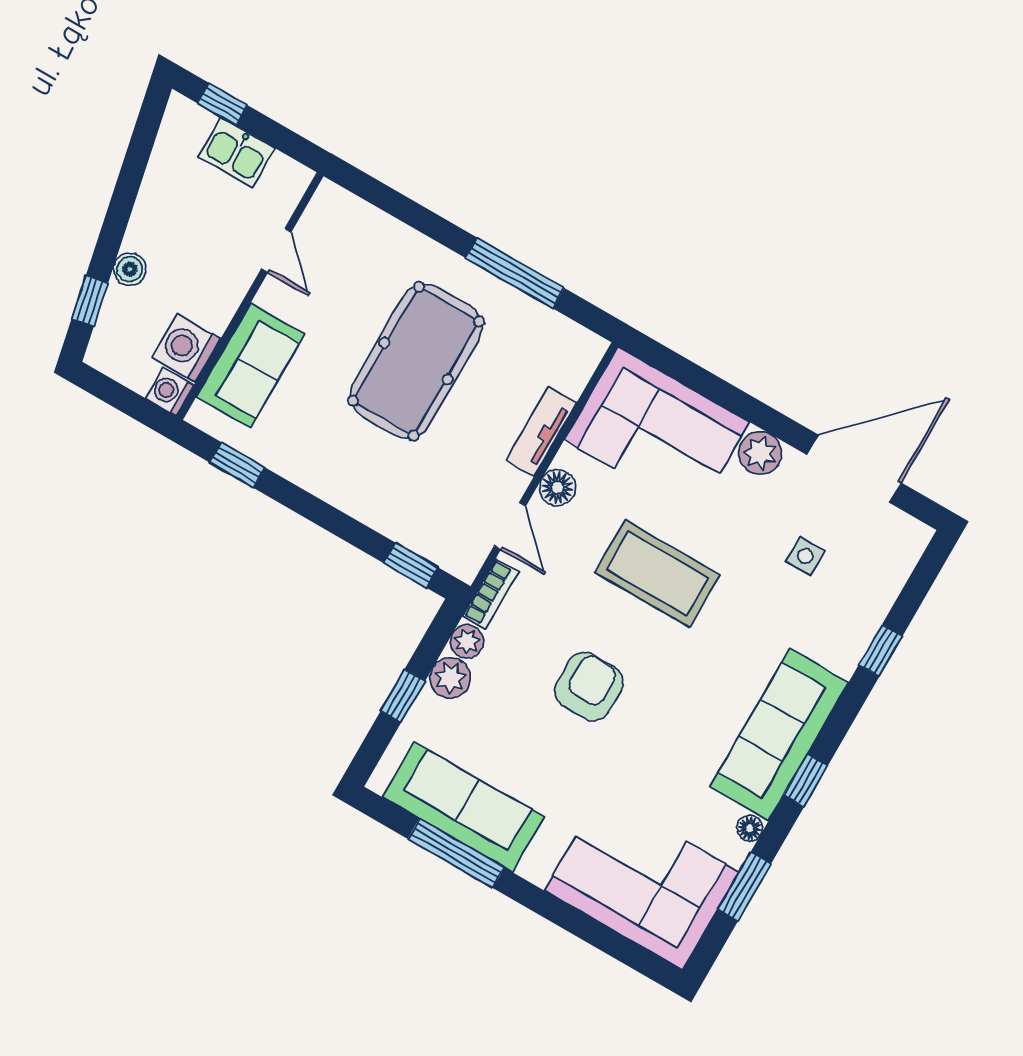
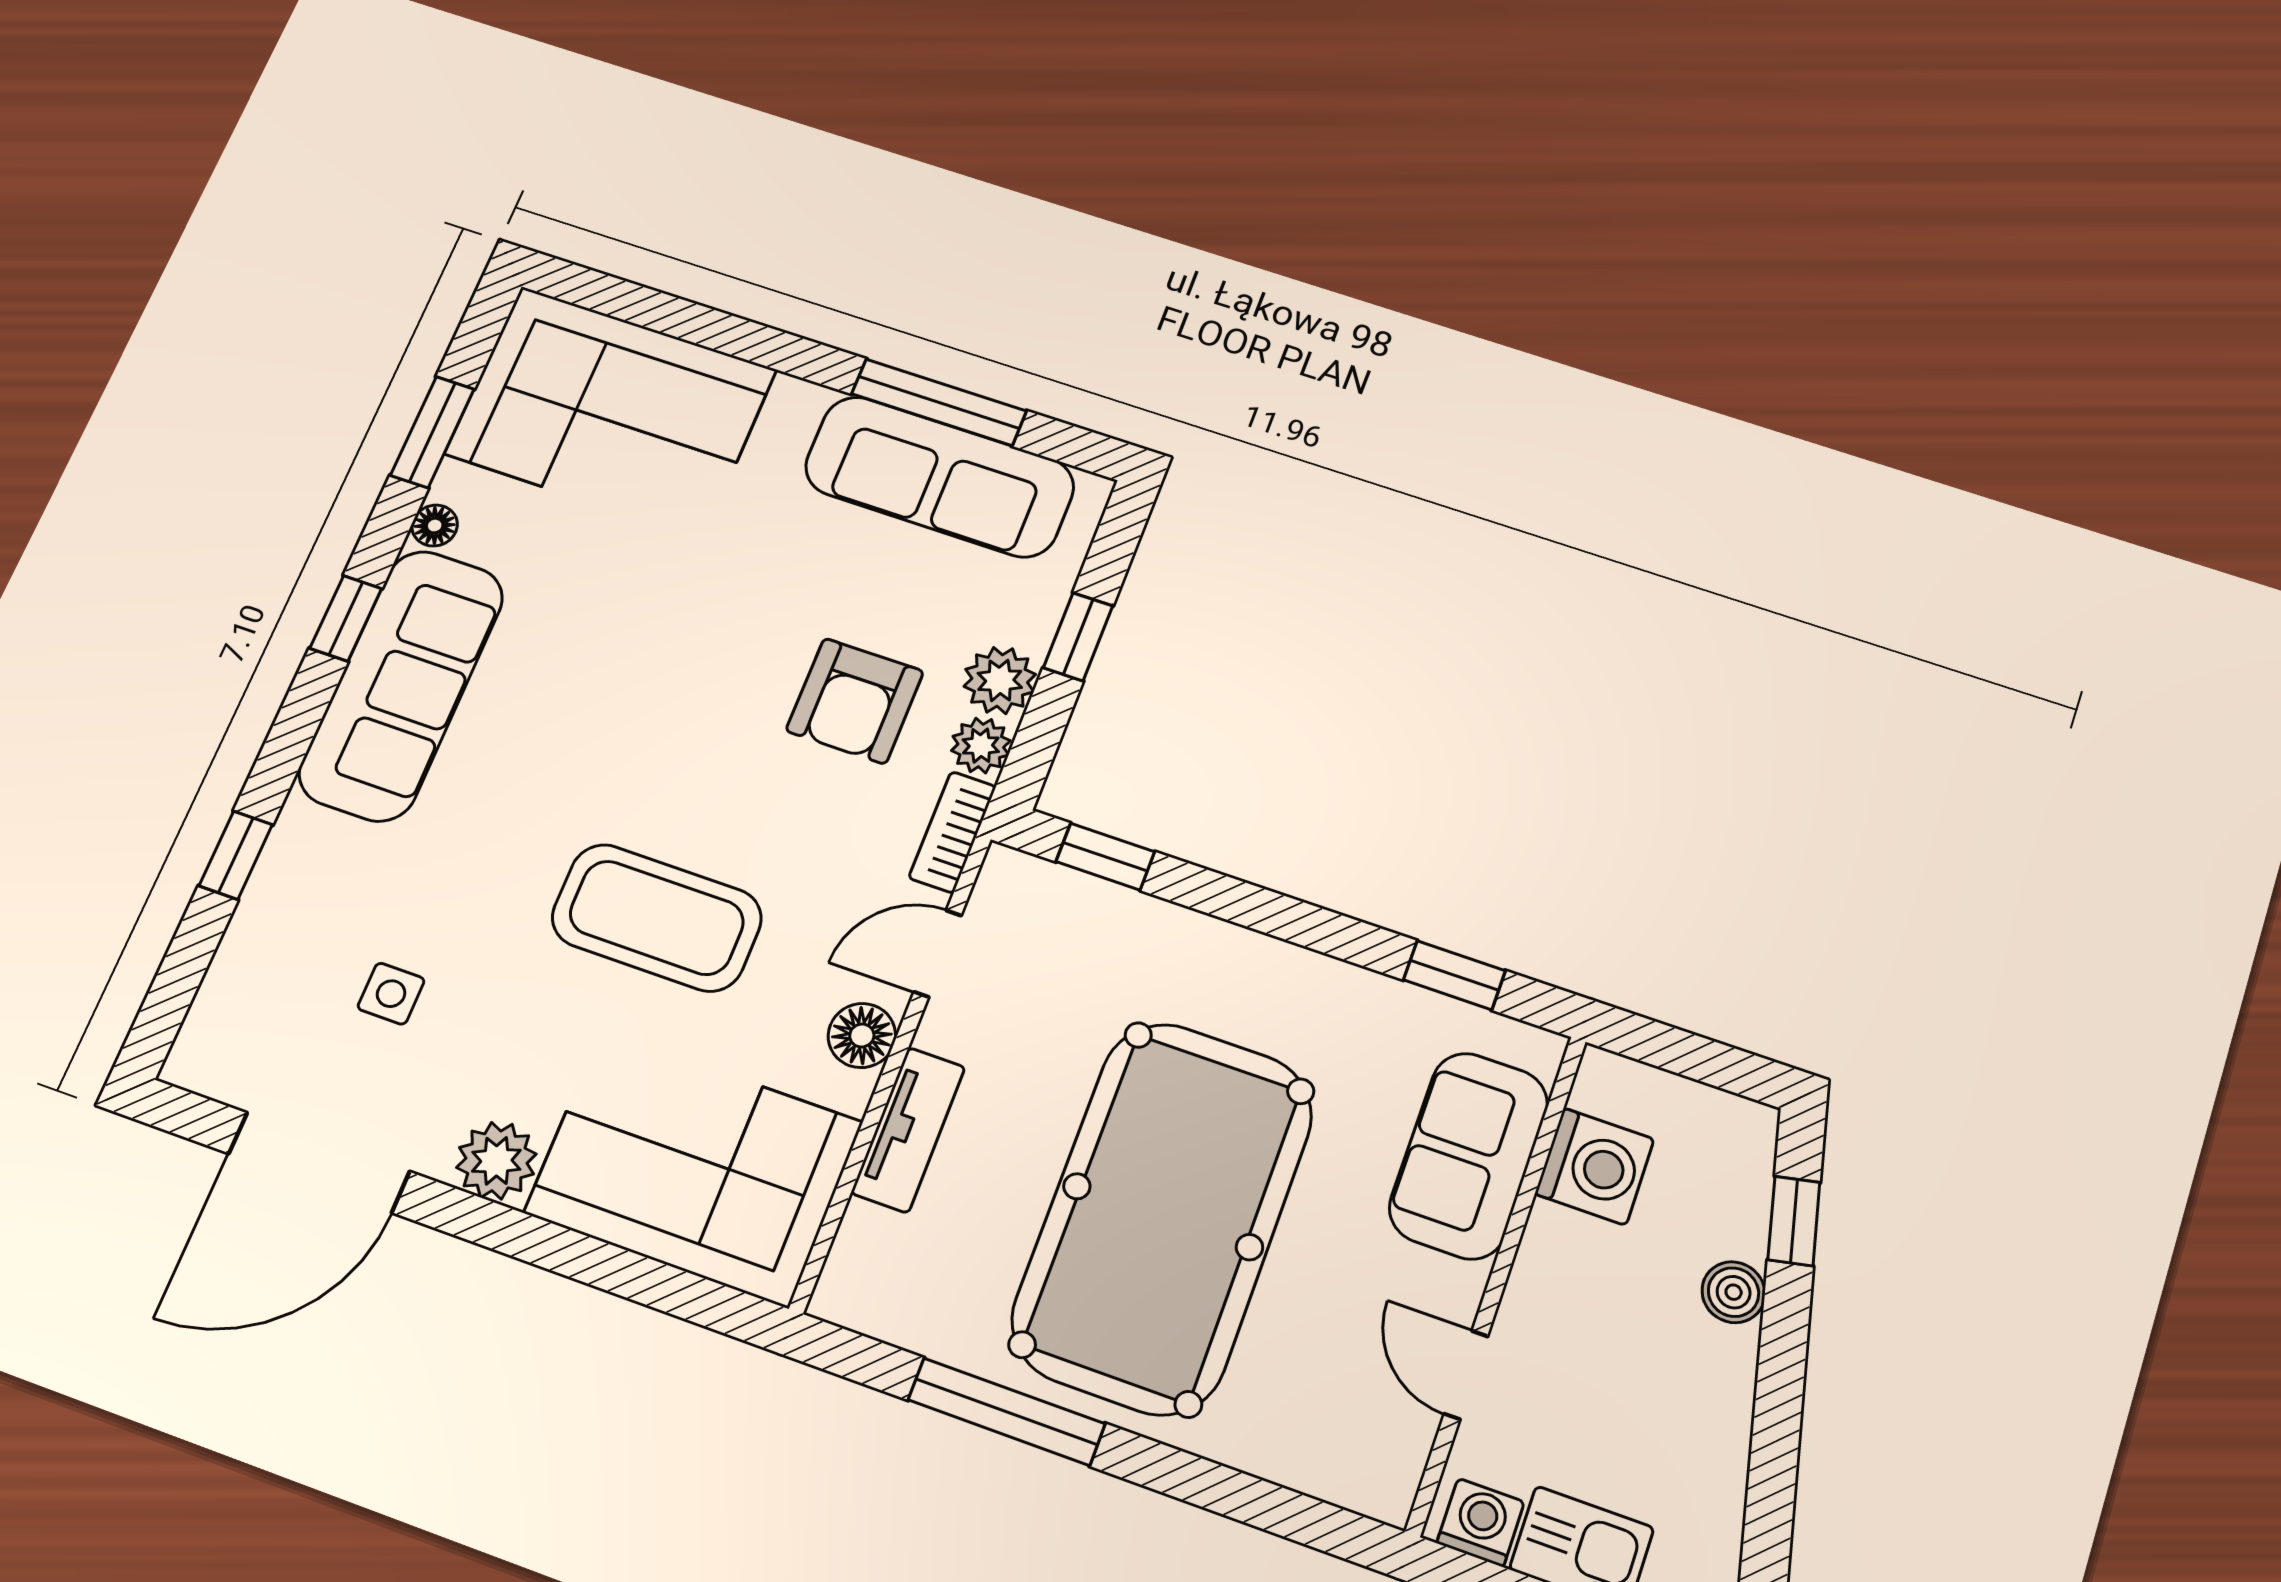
pool table: (416, 361) -> (1163, 1217), width x1.36, depth x1.32
washing machine: (170, 392) -> (1481, 1522), moved, turned -90
door: (510, 526) -> (938, 954), hinge flipped
armchair: (589, 686) -> (855, 701), moved

